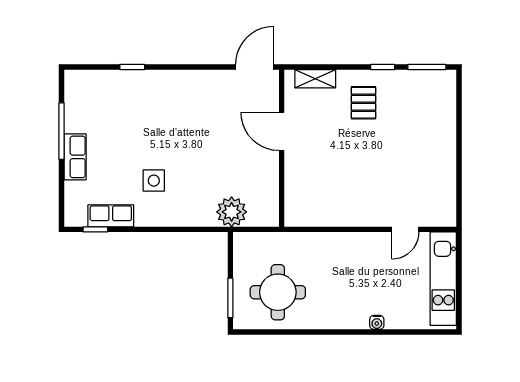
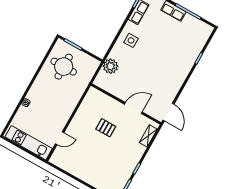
pallet: (363, 103) -> (106, 128), moved
side table: (154, 181) -> (131, 40), moved
door: (405, 229) -> (60, 138), swing flipped

